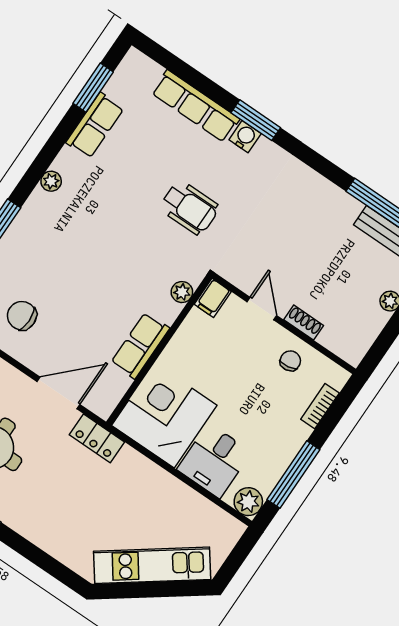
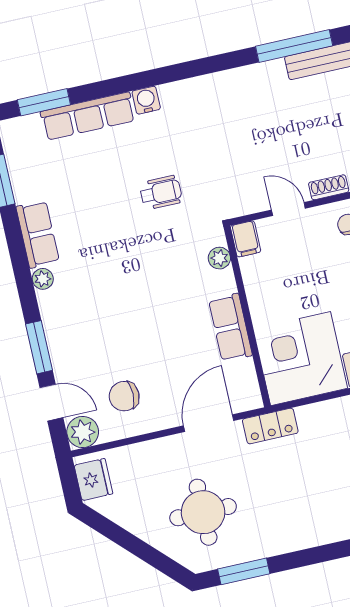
window: (256, 120) -> (44, 102), moved
row of seats: (95, 125) -> (38, 234), moved
wheelchair: (190, 208) -> (161, 193), width x0.73, depth x0.73

